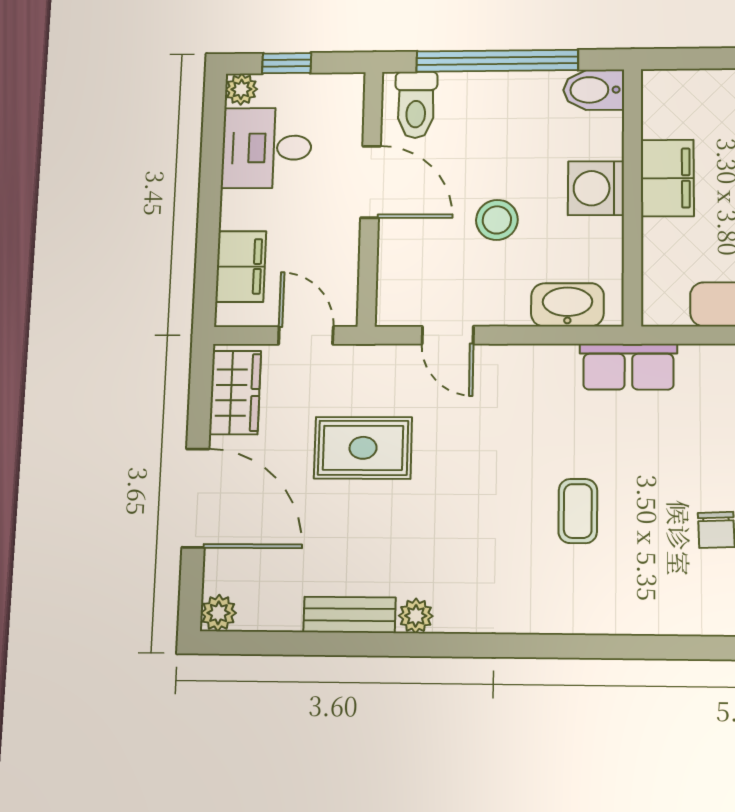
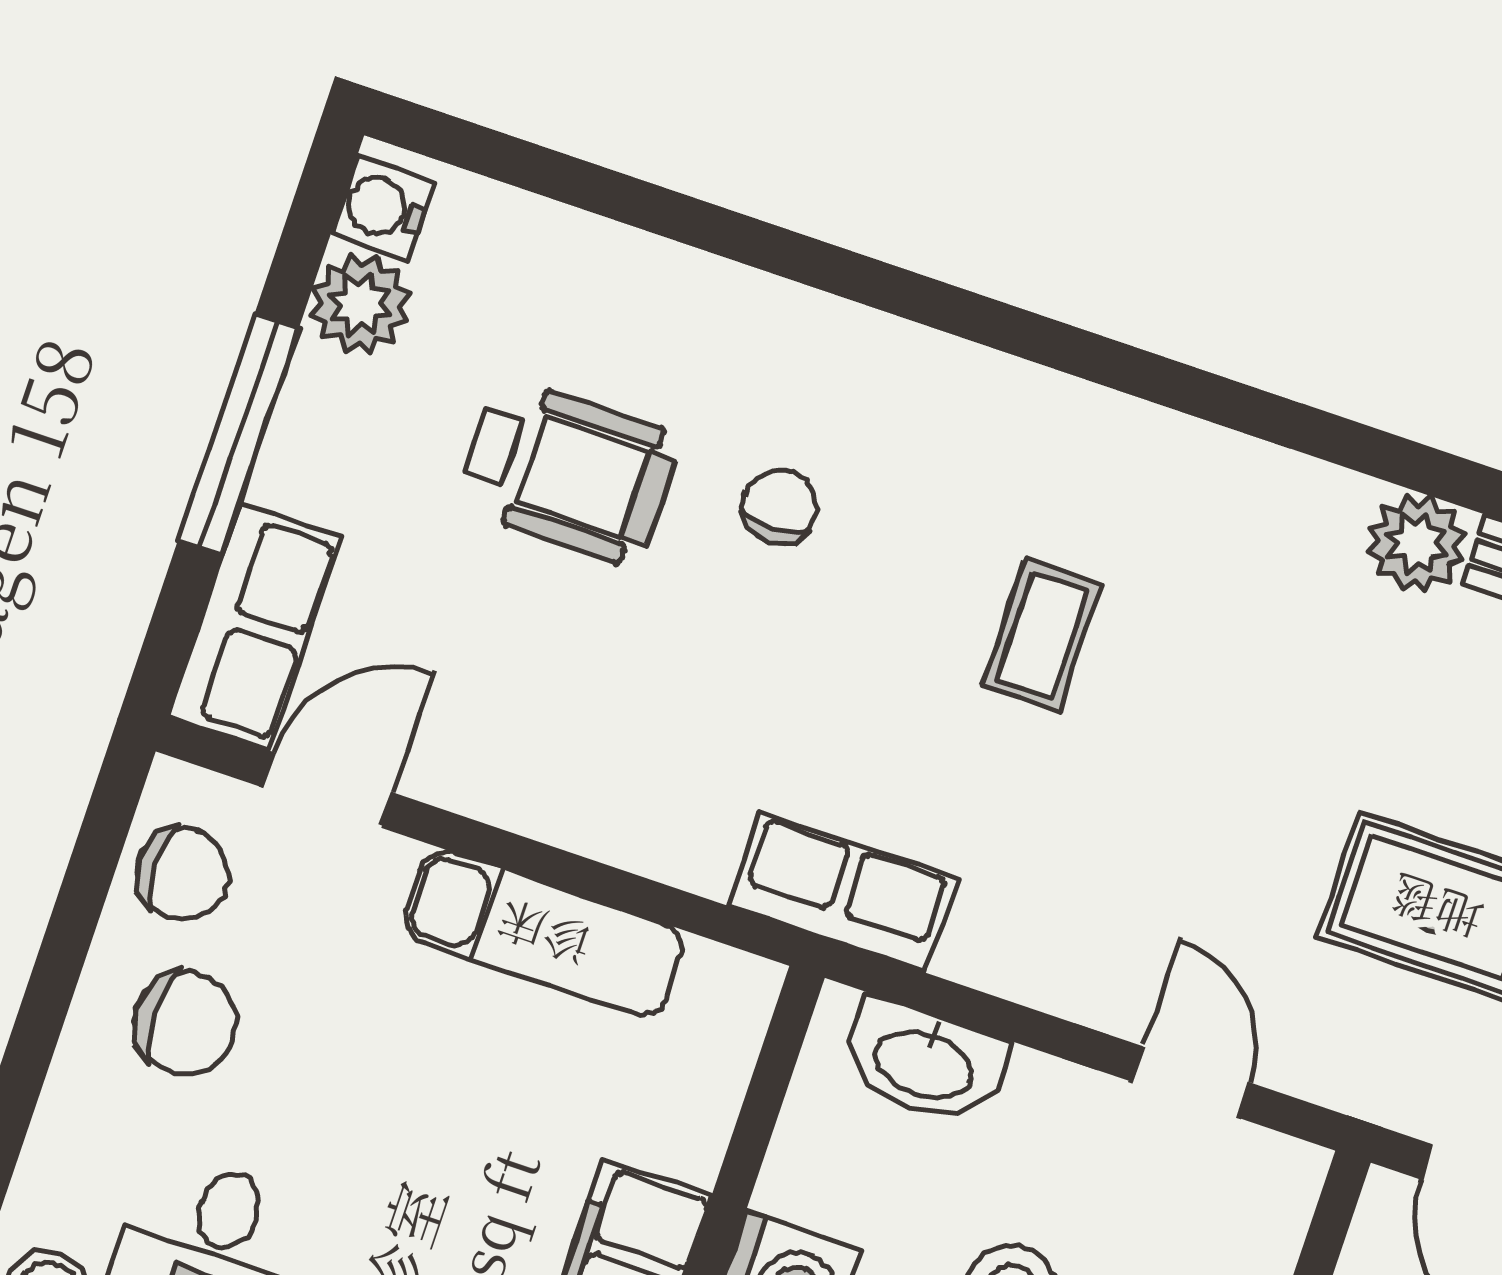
plant: (416, 616) -> (1416, 543), width x1.38, depth x1.38

